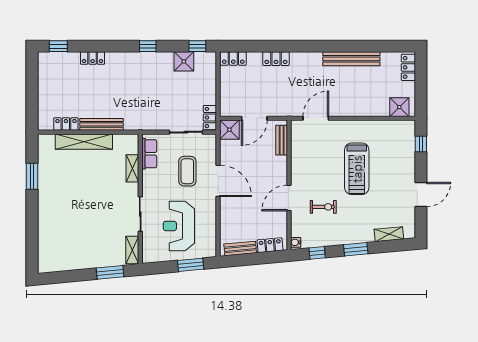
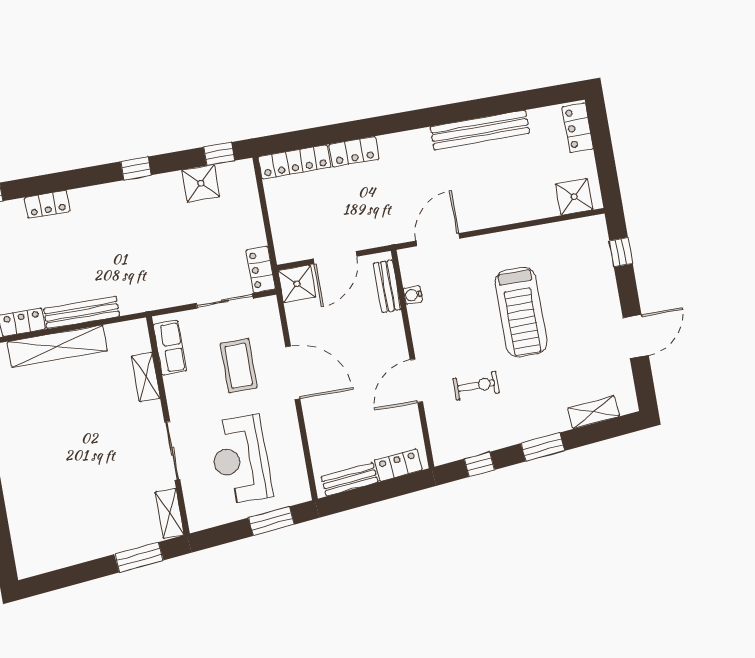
locker: (233, 59) -> (294, 162), width x1.53
water cooler: (296, 242) -> (413, 295), moved

